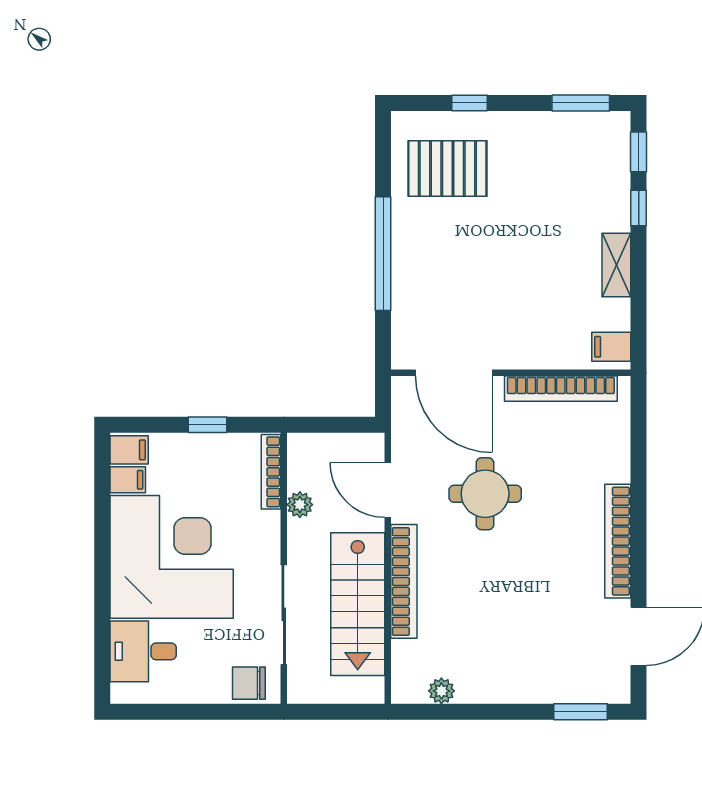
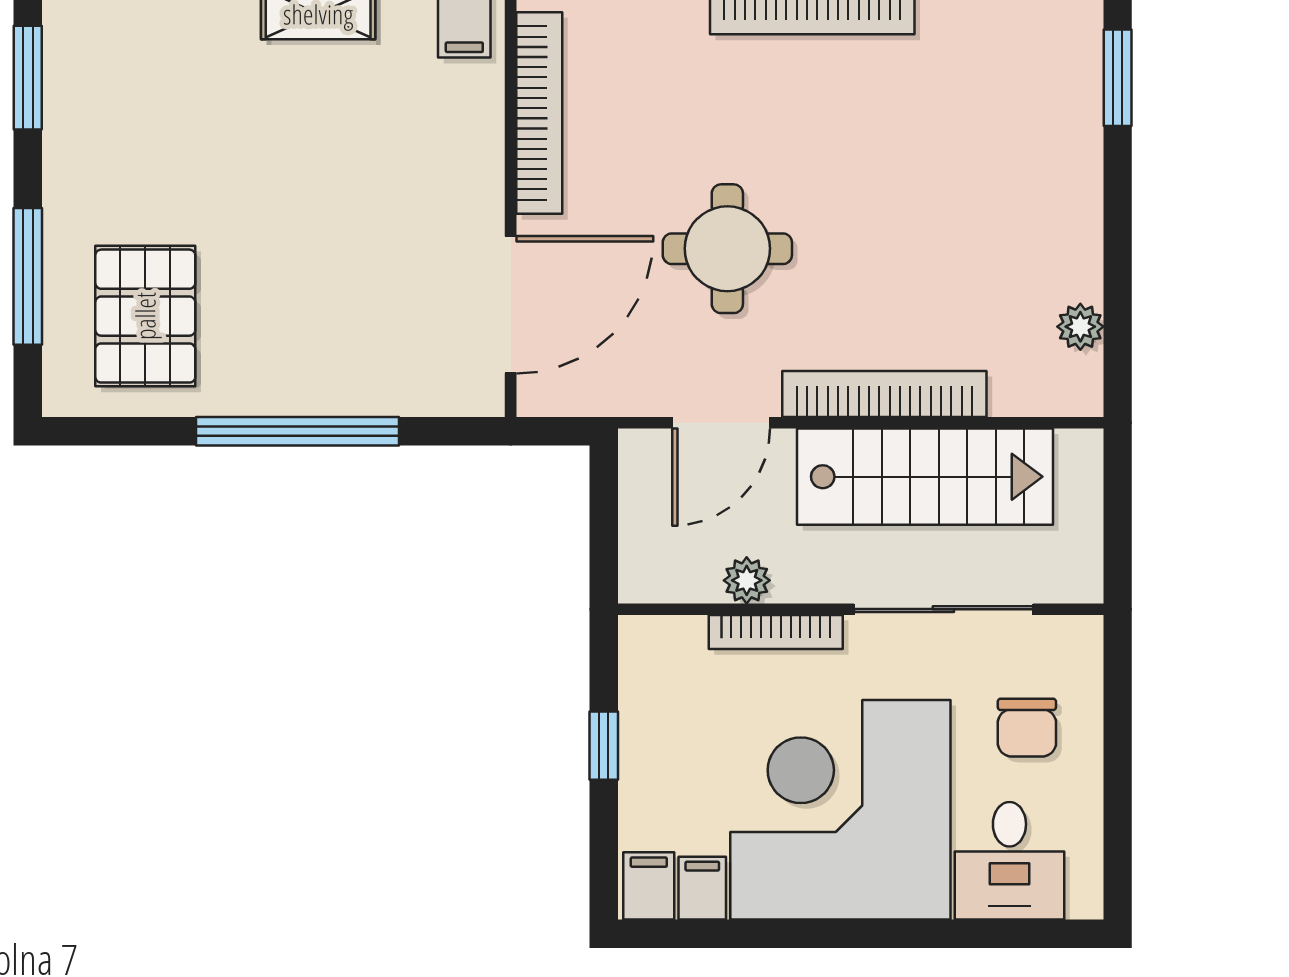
window: (470, 103) -> (28, 276), width x2.17
bookcase: (271, 472) -> (776, 632), moved
chair: (249, 683) -> (1027, 728), moved

